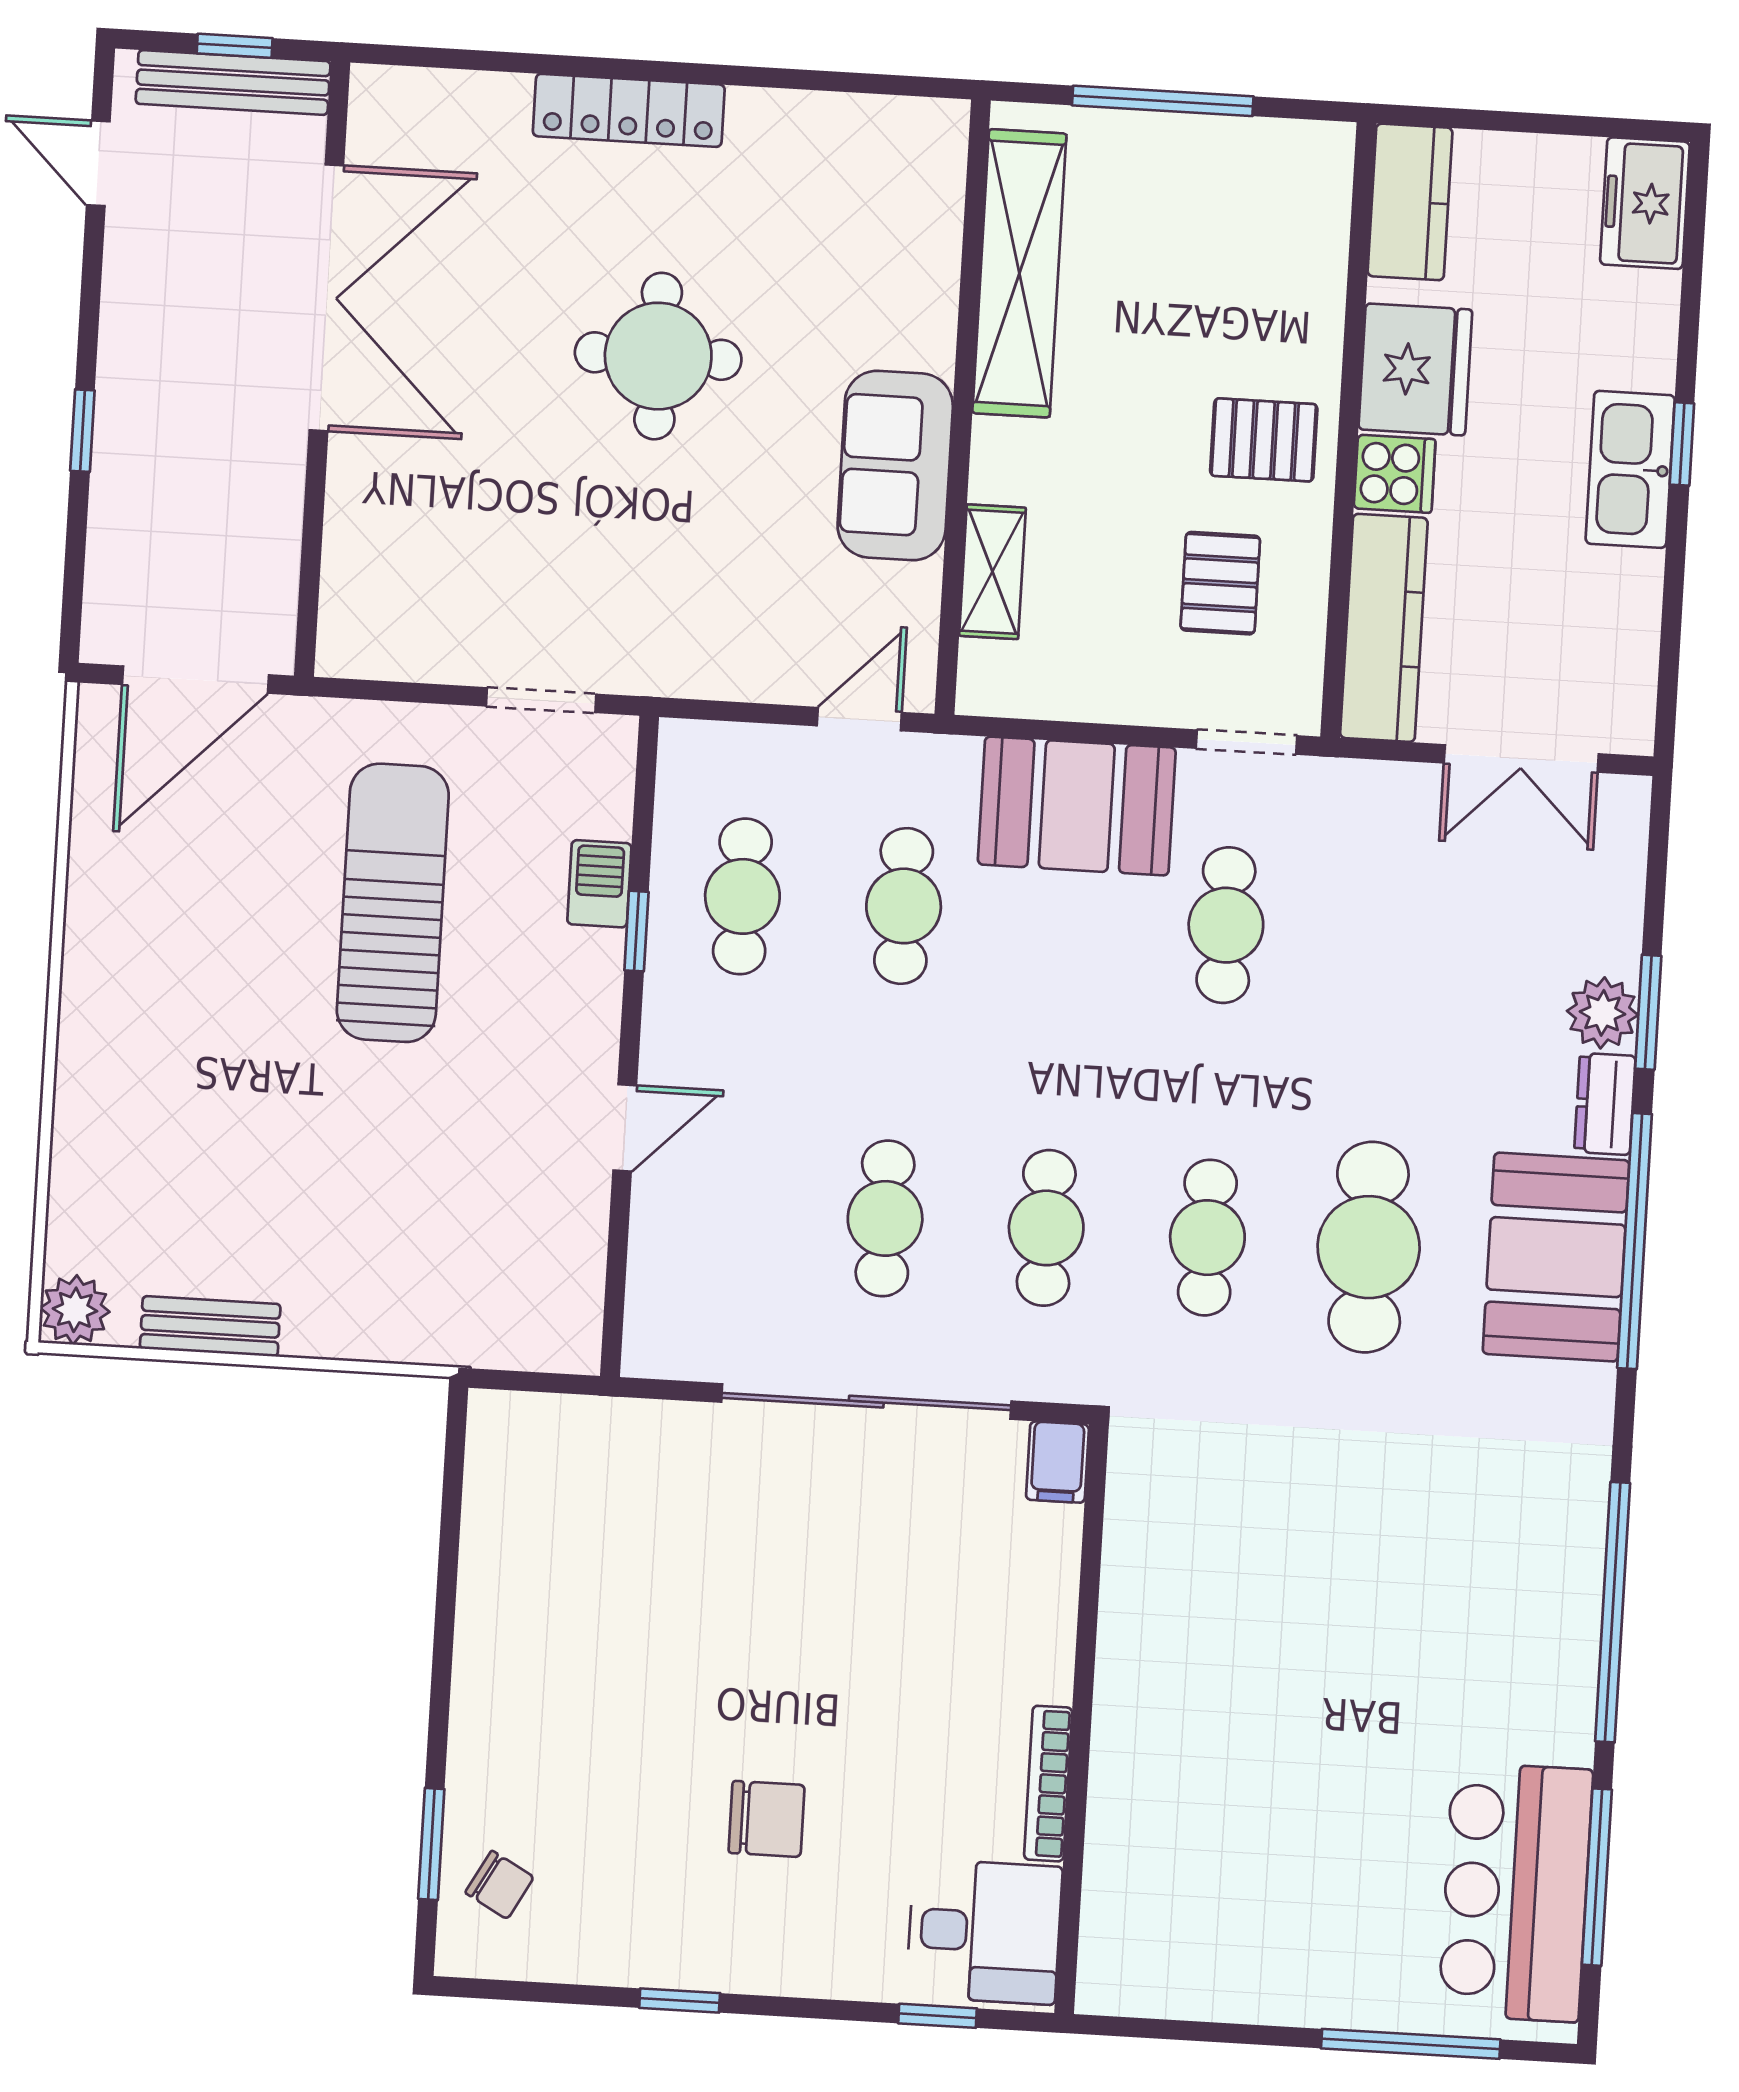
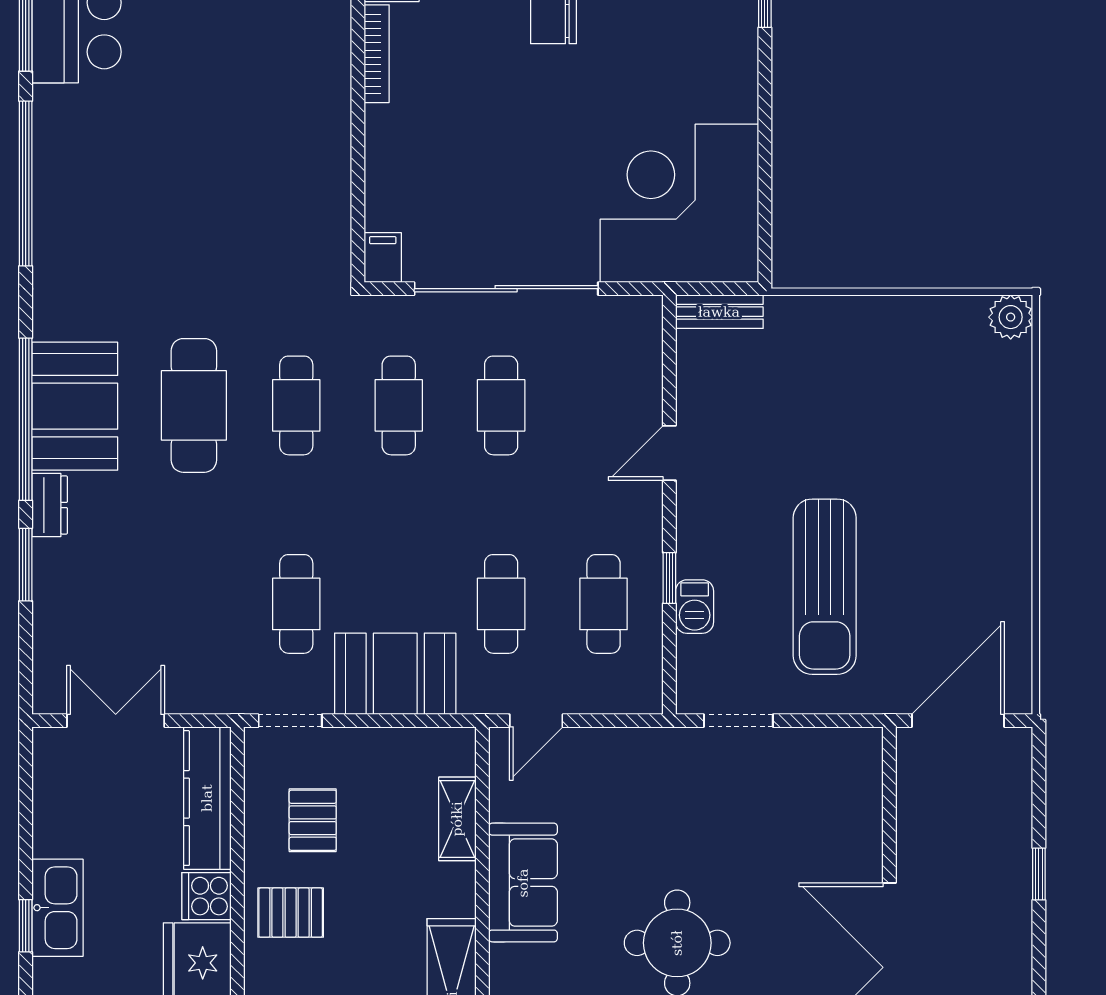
plant: (1603, 1013) -> (55, 563), removed
bench: (210, 1326) -> (719, 312), moved
corner desk: (586, 1520) -> (679, 203), added

